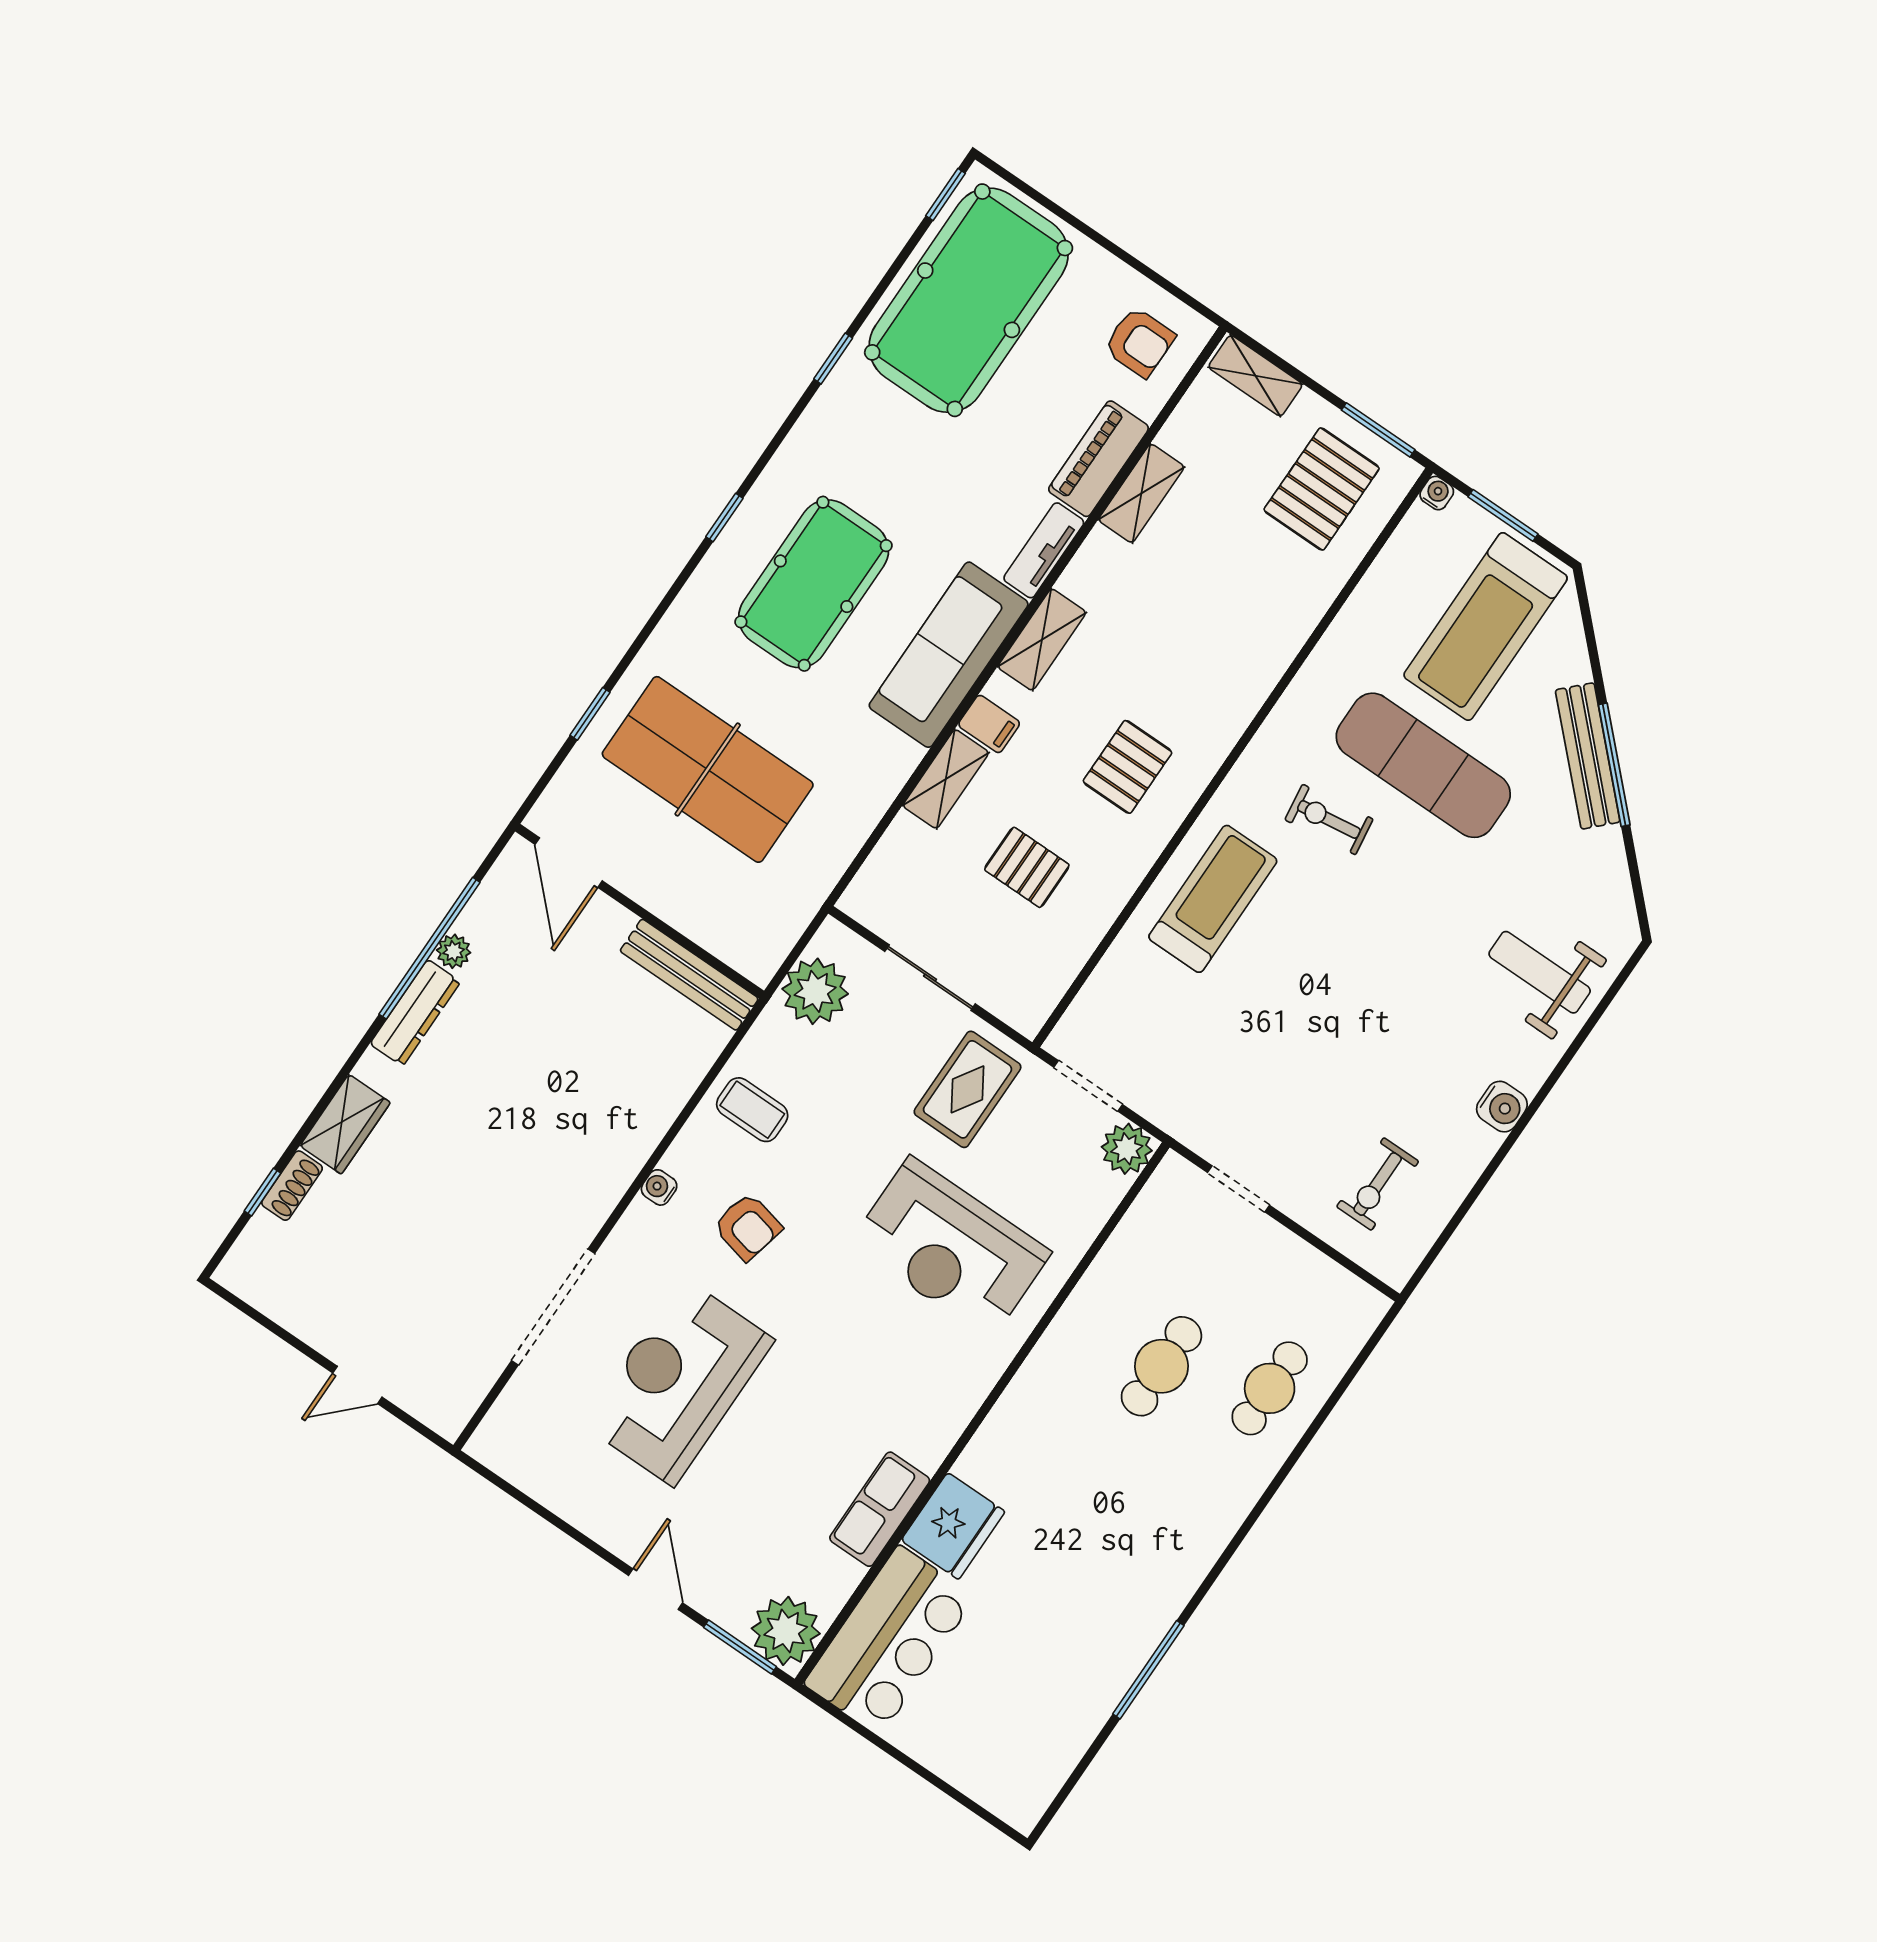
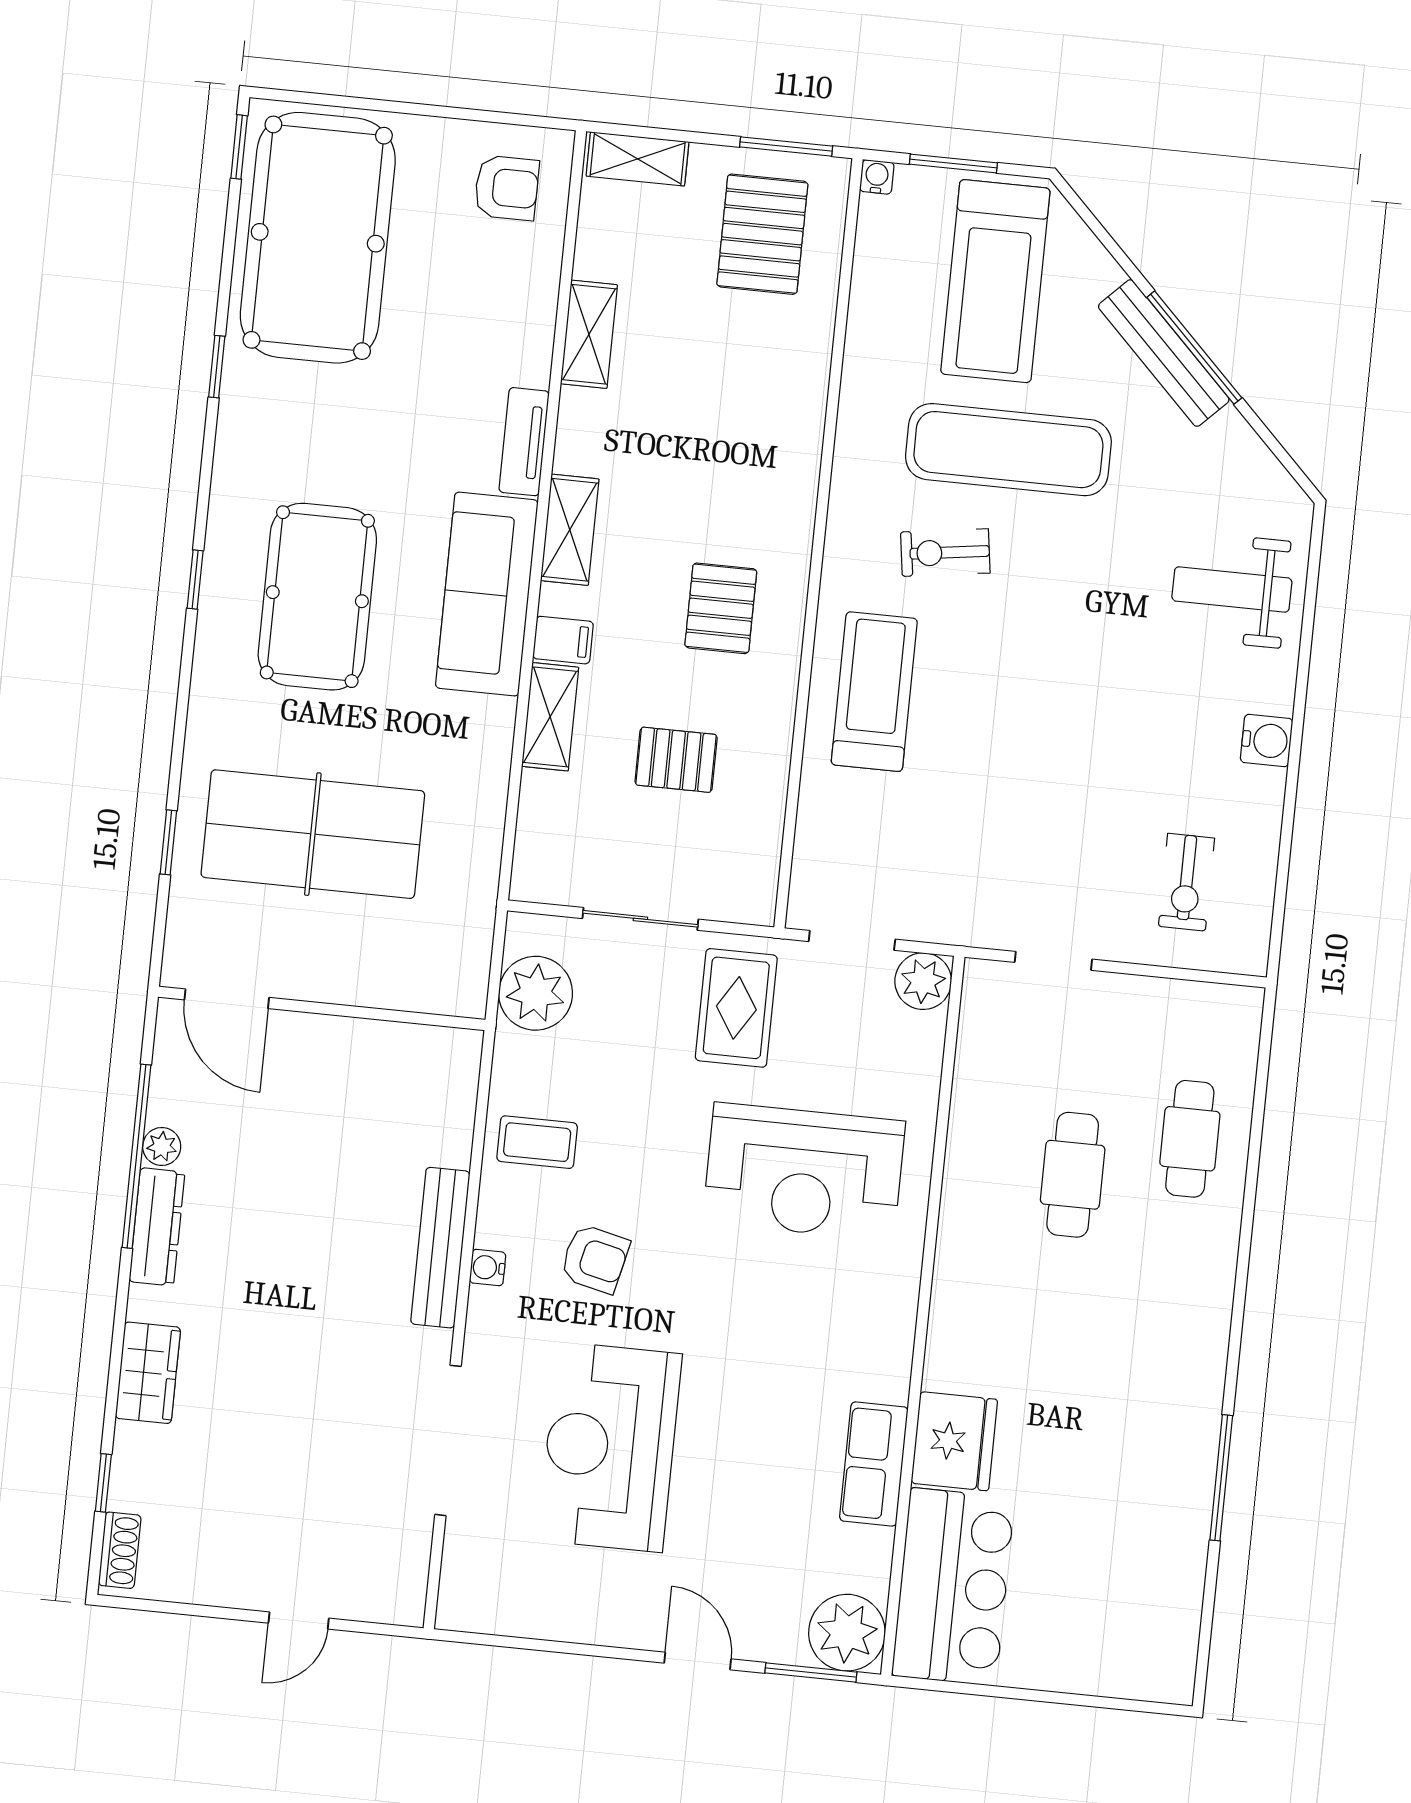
piano: (1098, 459) -> (529, 323), removed
bench: (689, 975) -> (440, 1248), moved, turned 90
shoe rack: (292, 1186) -> (120, 1550), moved

